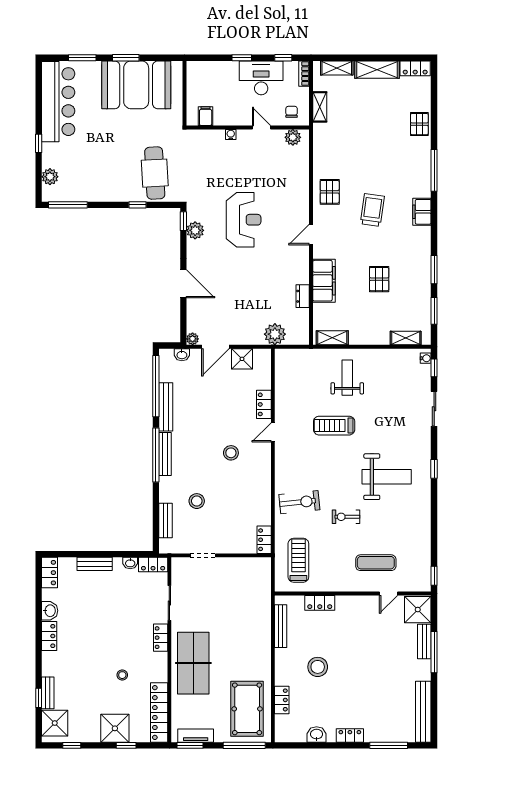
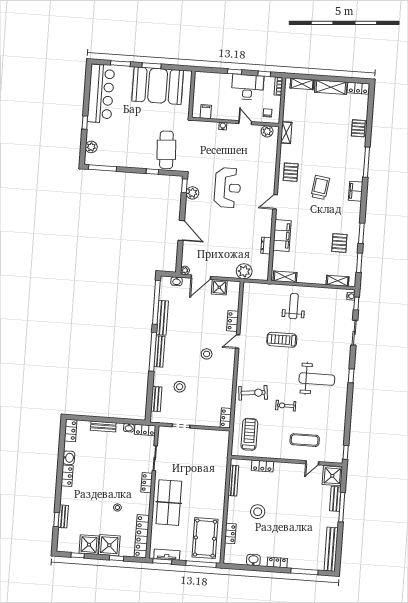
shelving: (320, 107) -> (286, 133), moved
pallet: (379, 279) -> (339, 243), moved
shower: (55, 723) -> (89, 545), moved

